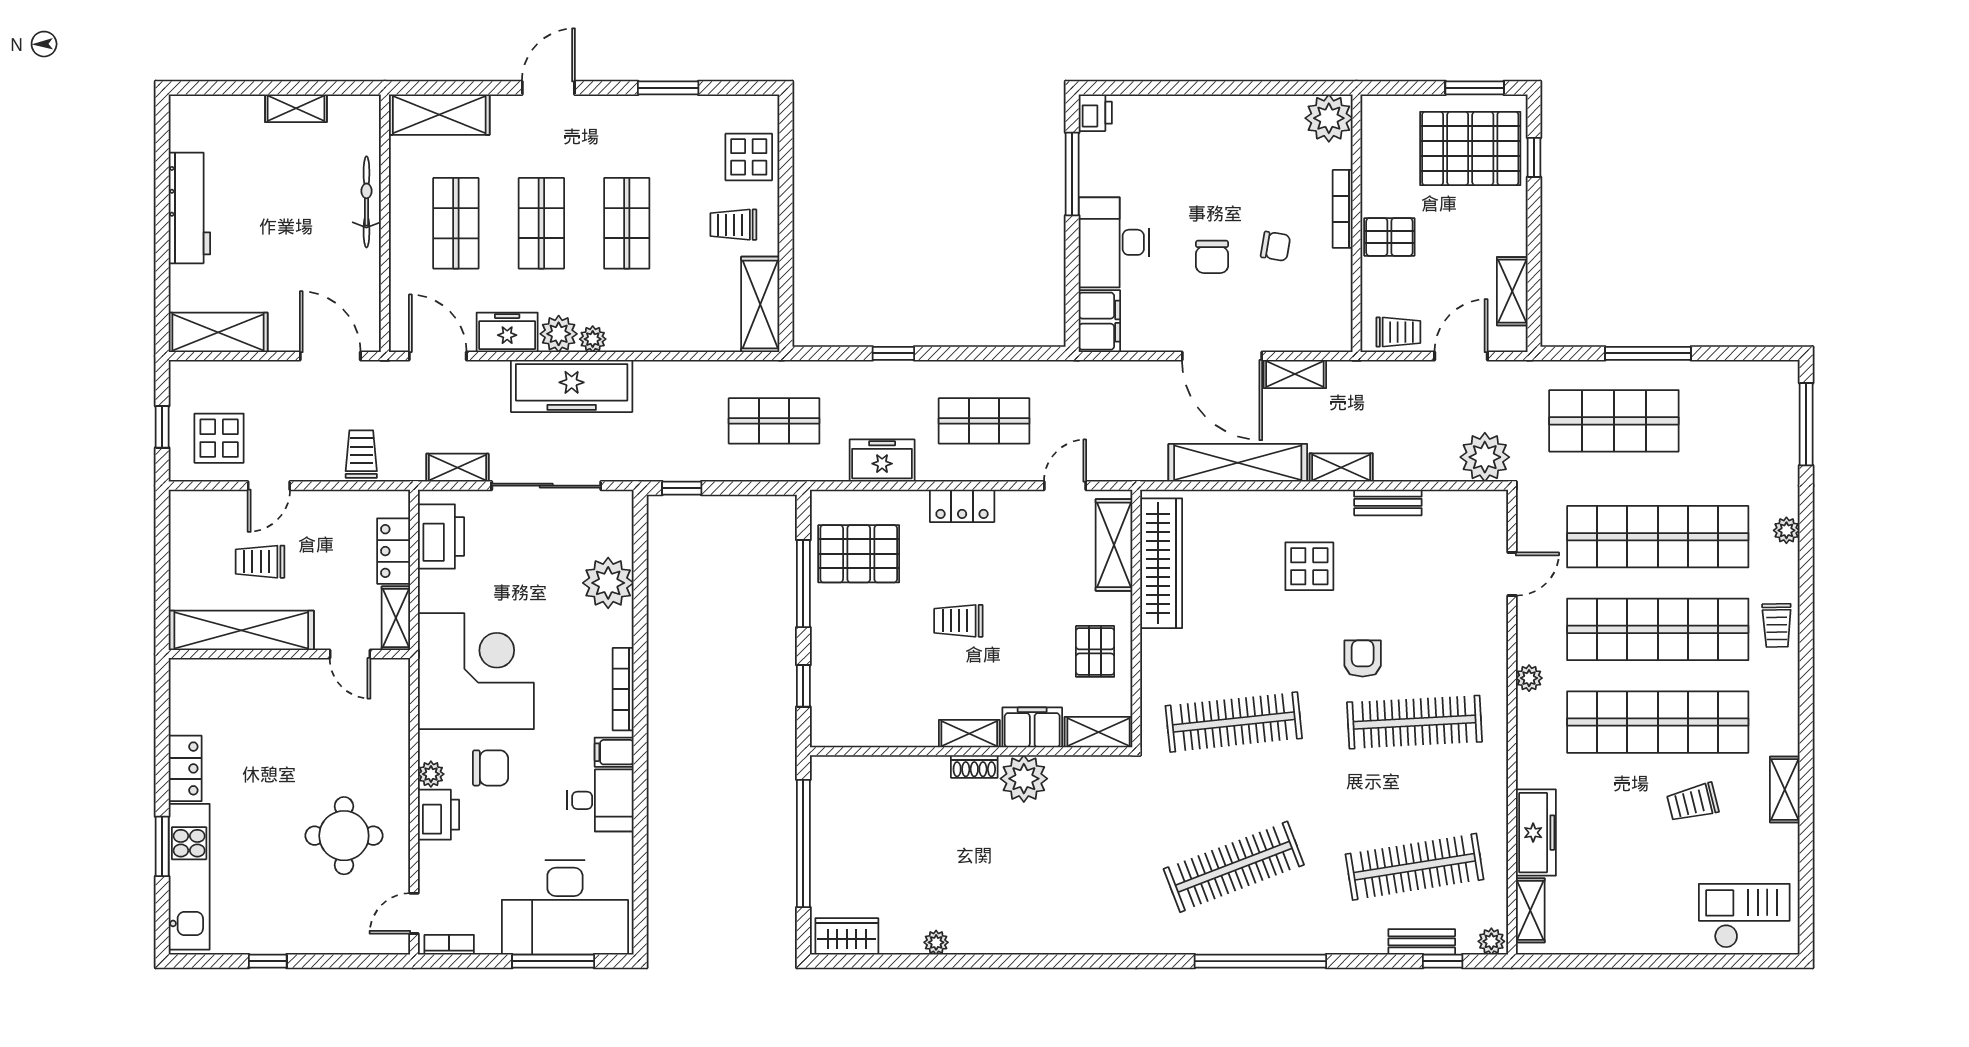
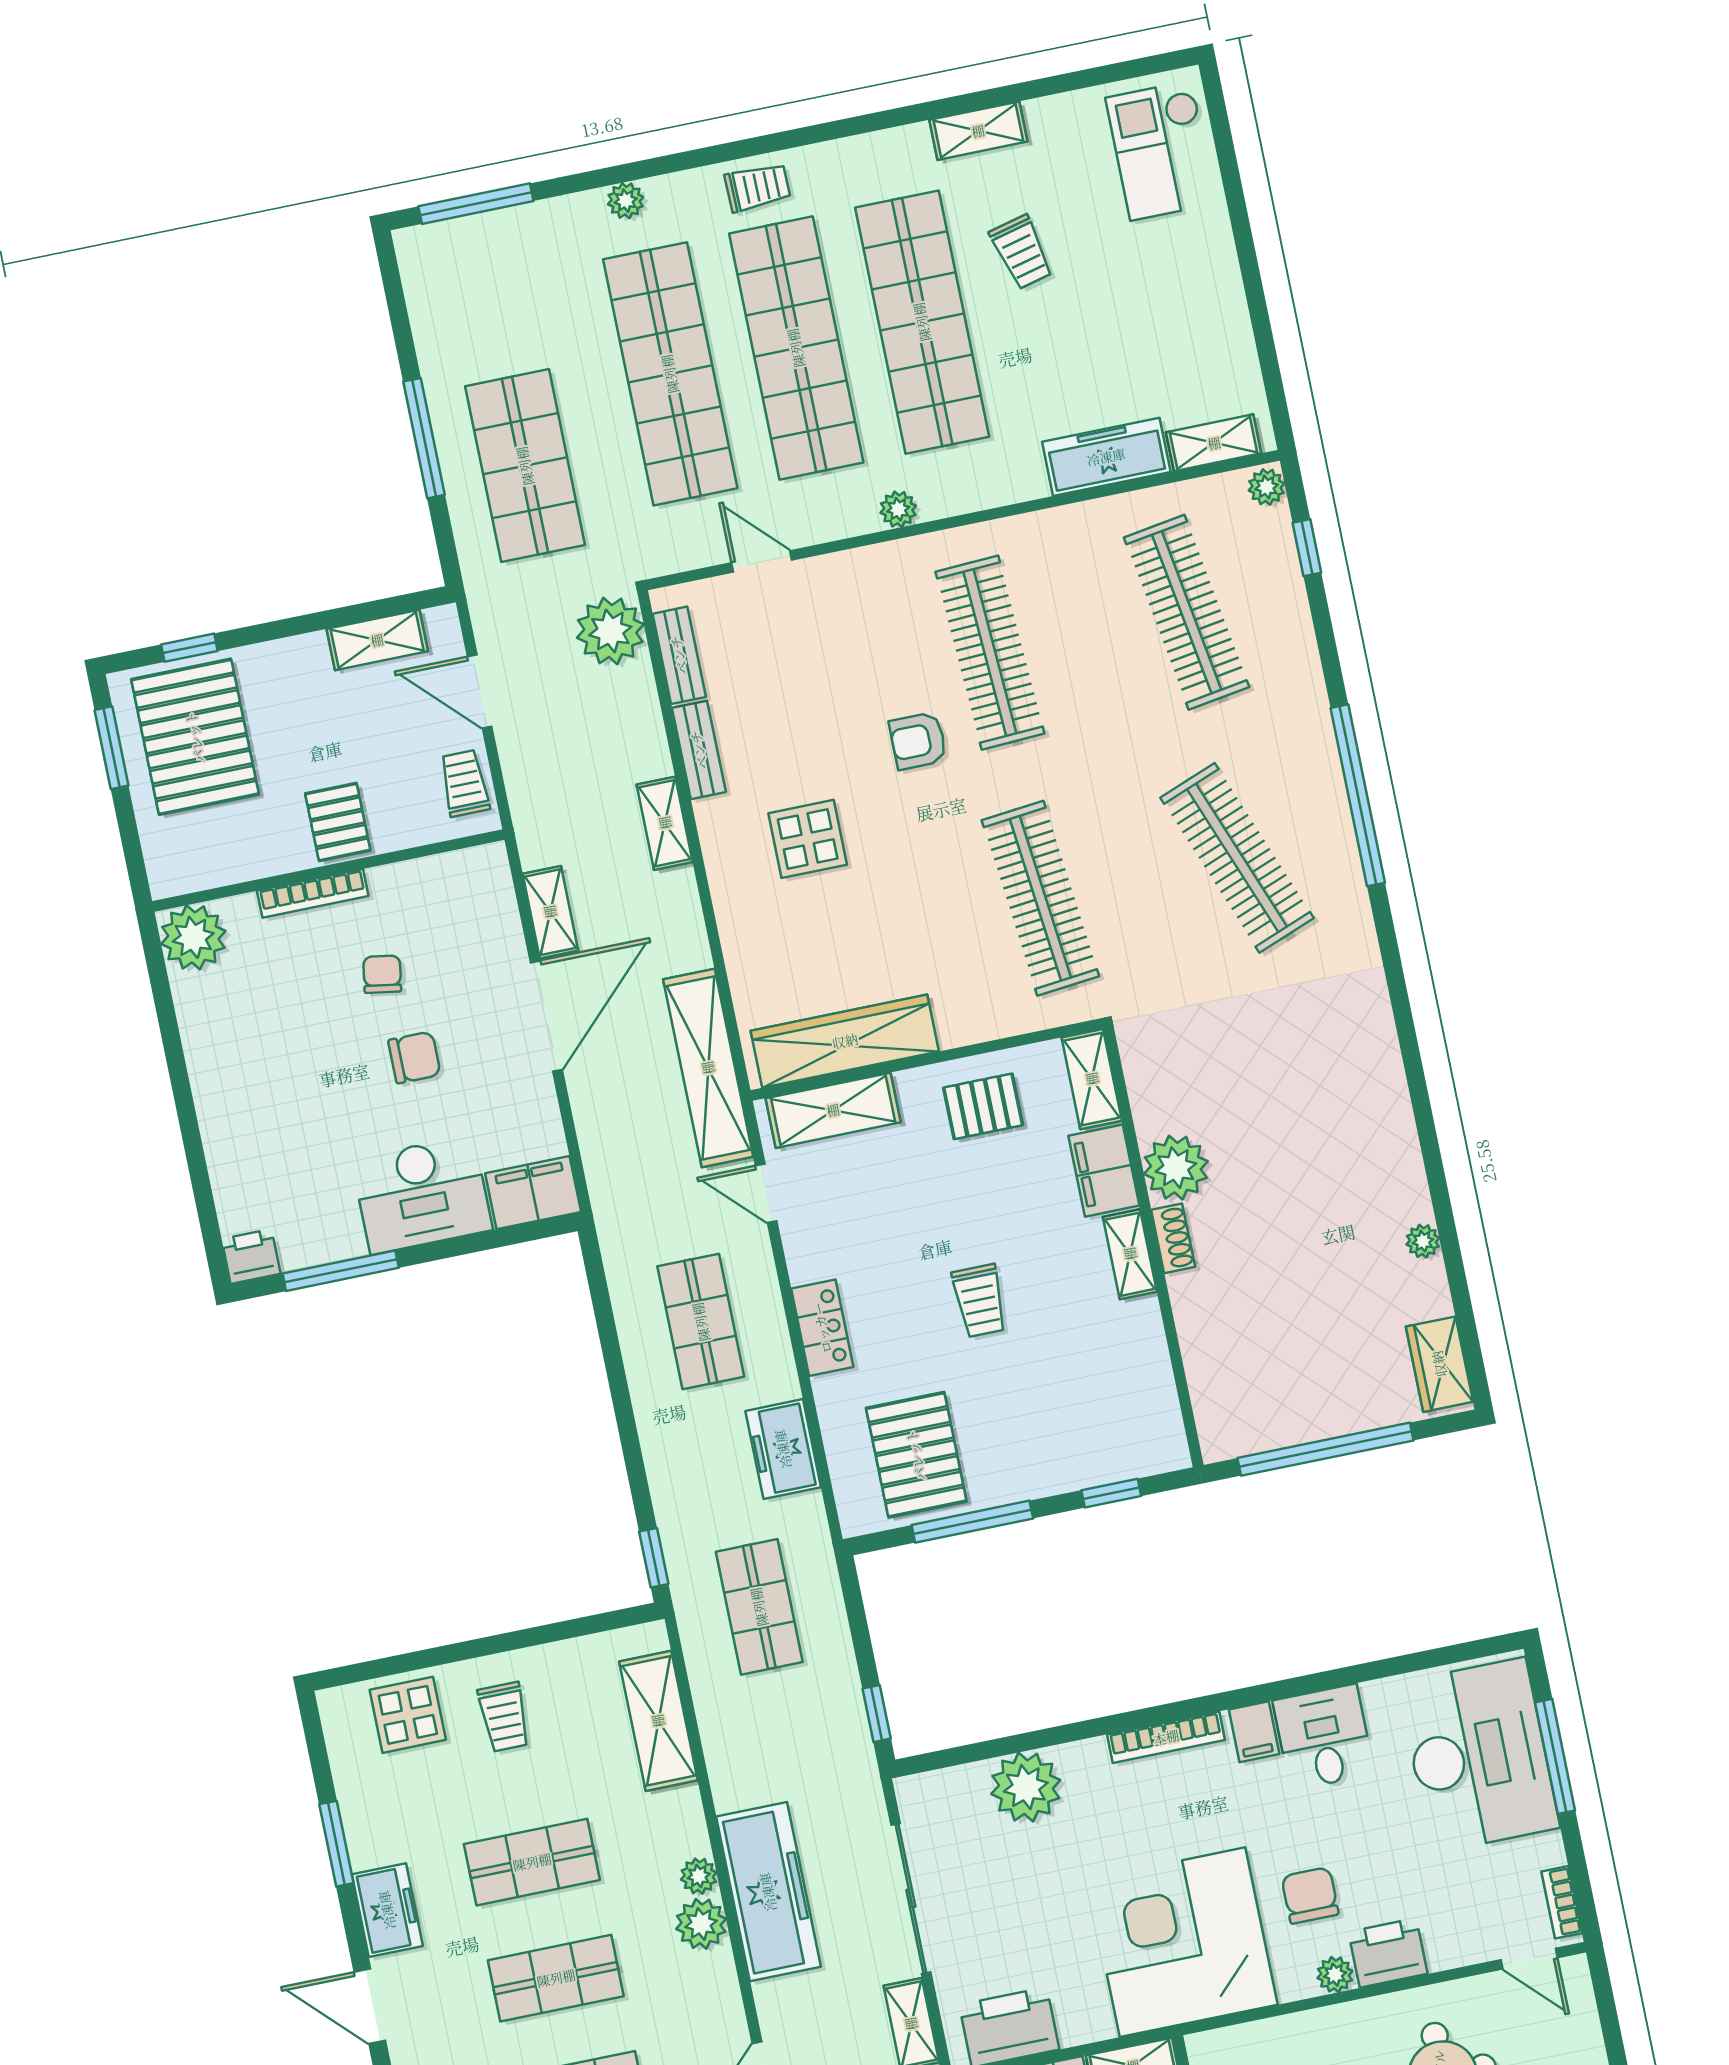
shelving: (760, 304) -> (658, 1721), moved, turned 90
freezer: (507, 332) -> (387, 1910), moved, turned 180
window: (893, 353) -> (654, 1558), moved
shelving: (1238, 463) -> (708, 1068), moved
bench: (1422, 942) -> (679, 655), moved

